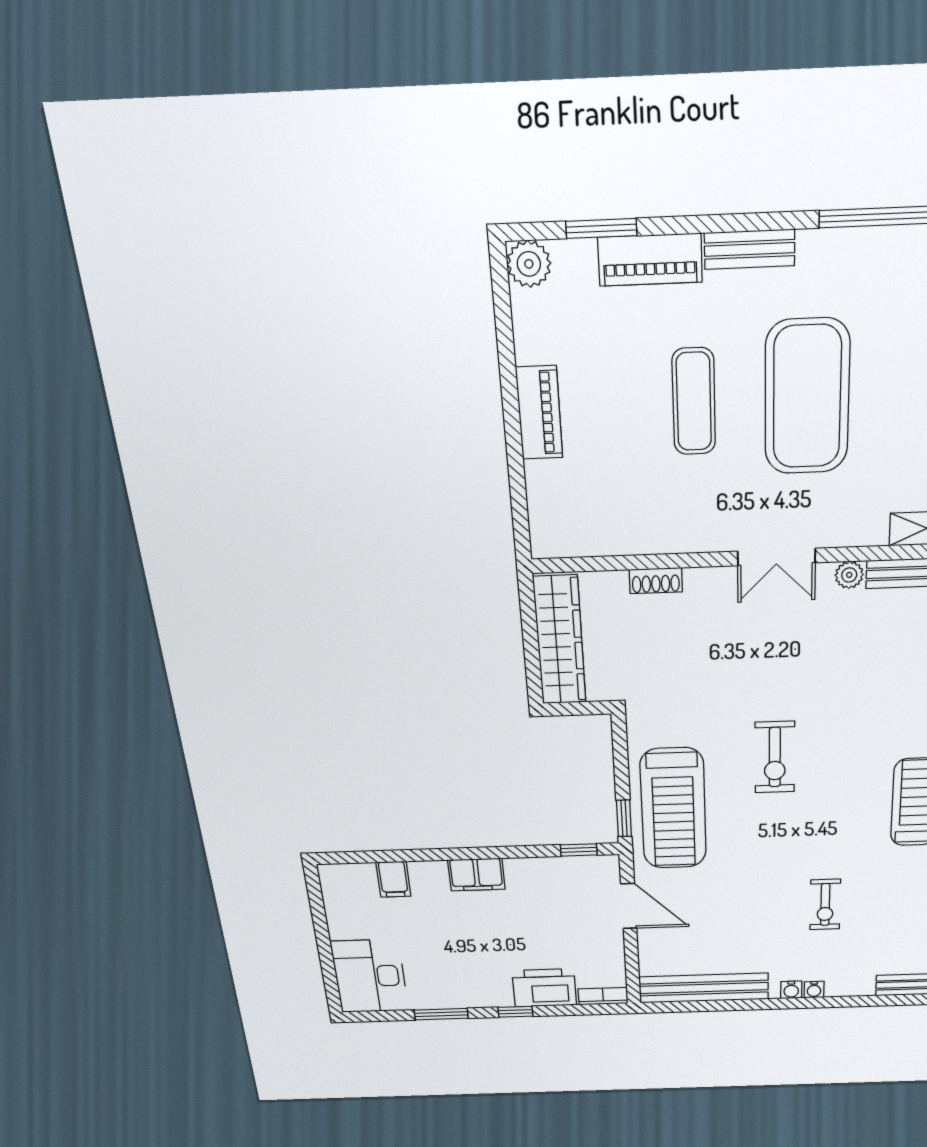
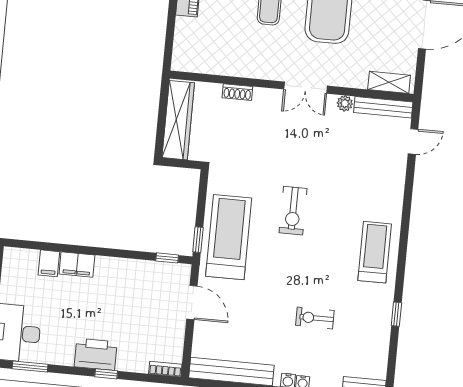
treadmill: (673, 809) -> (229, 237), turned 180
filing cabinet: (476, 875) -> (77, 265), moved
exercise bike: (825, 905) -> (315, 318), turned 90
printer: (544, 988) -> (96, 354), moved
window: (441, 1014) -> (30, 367), moved

